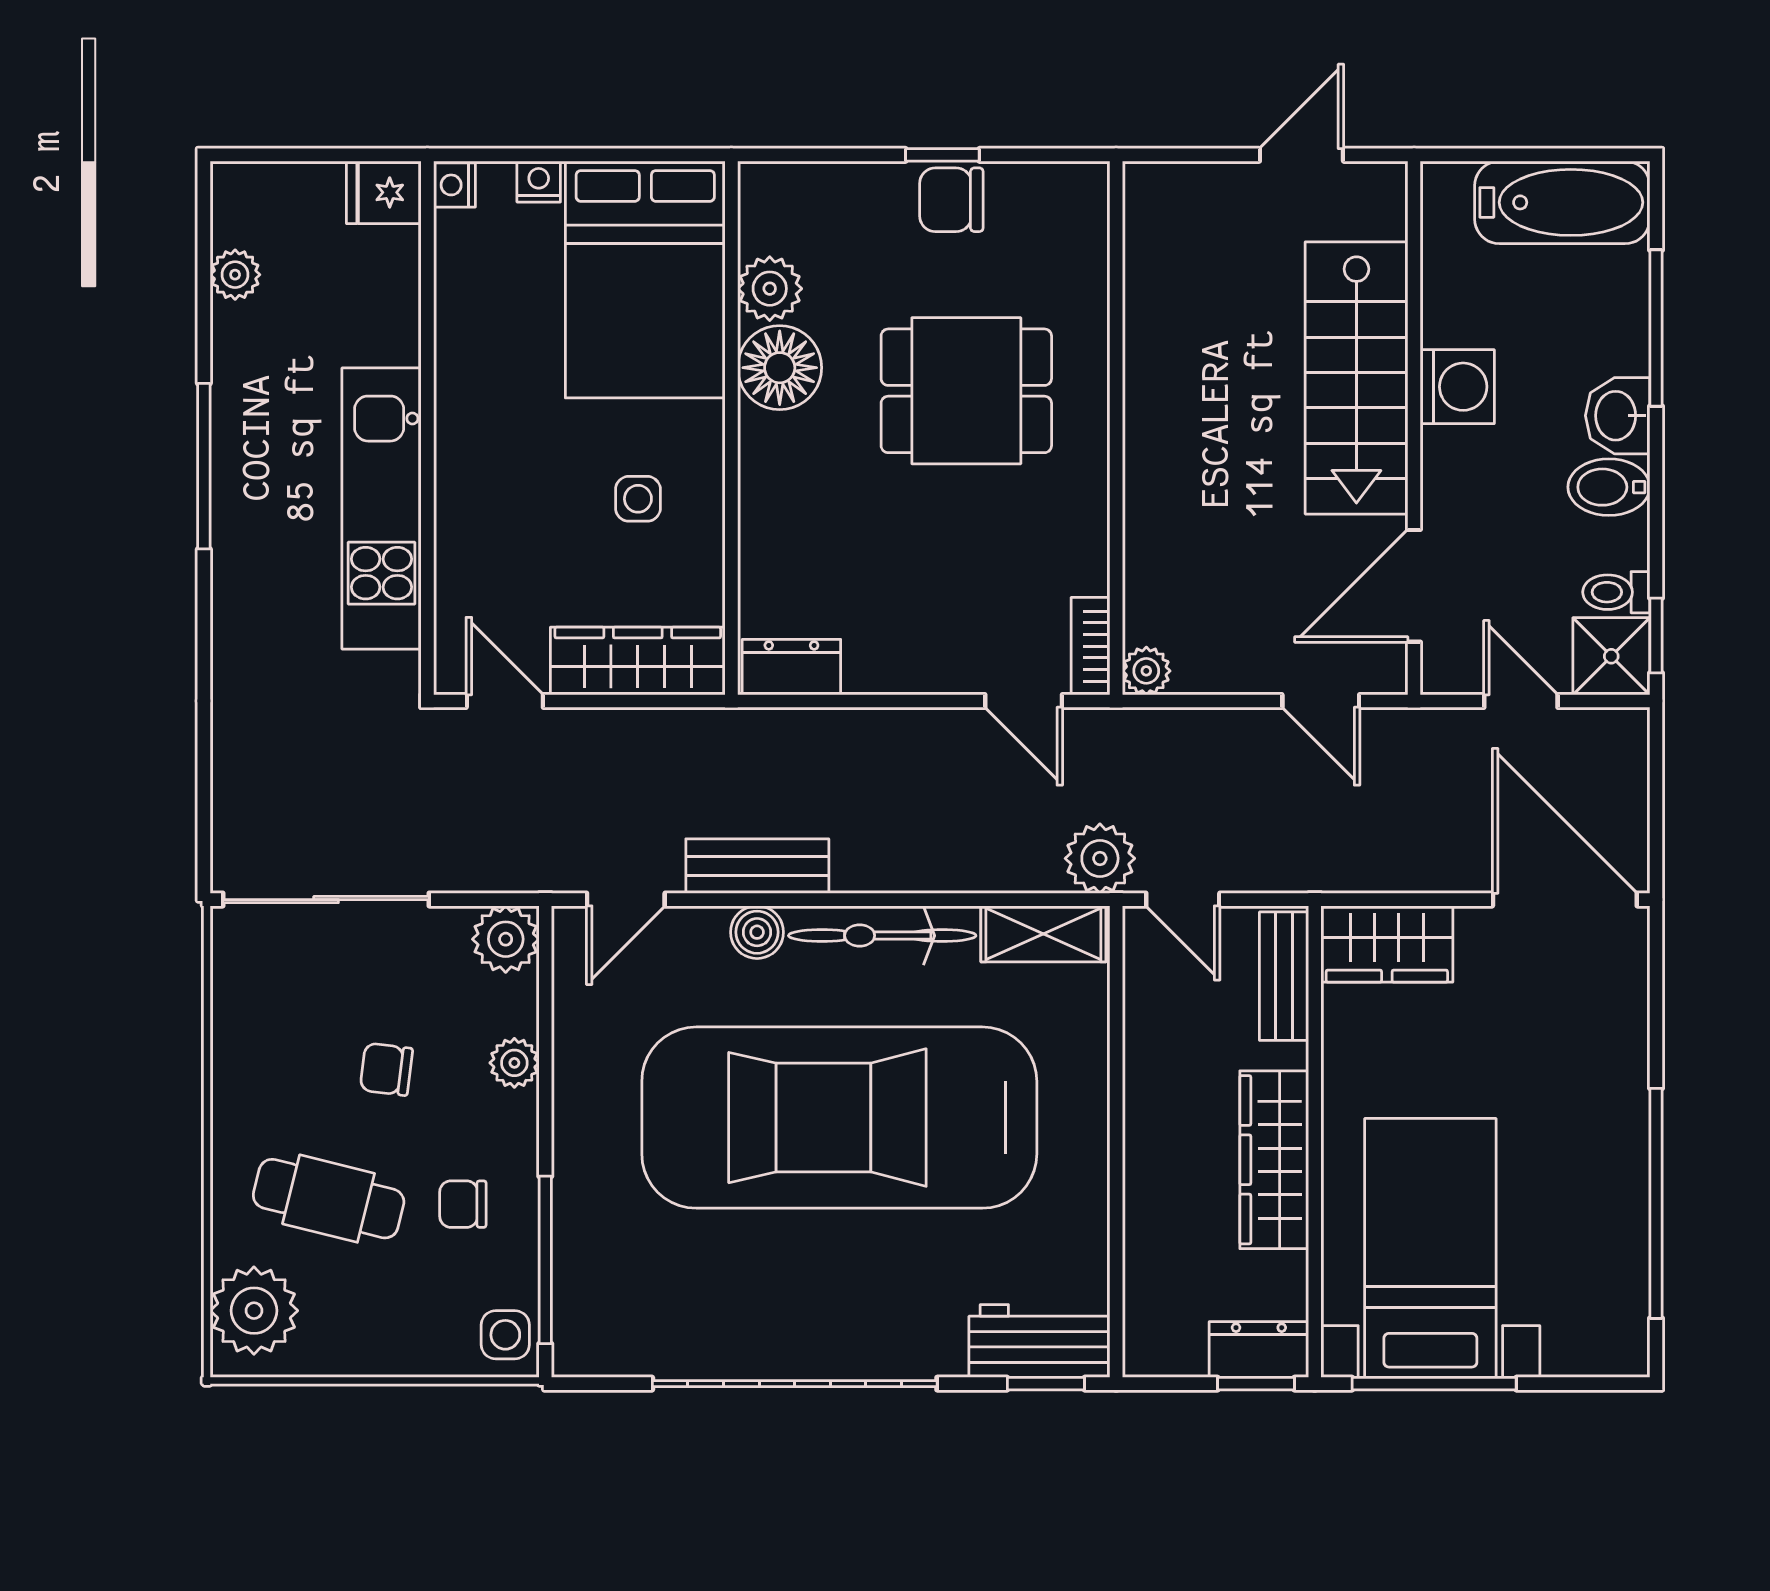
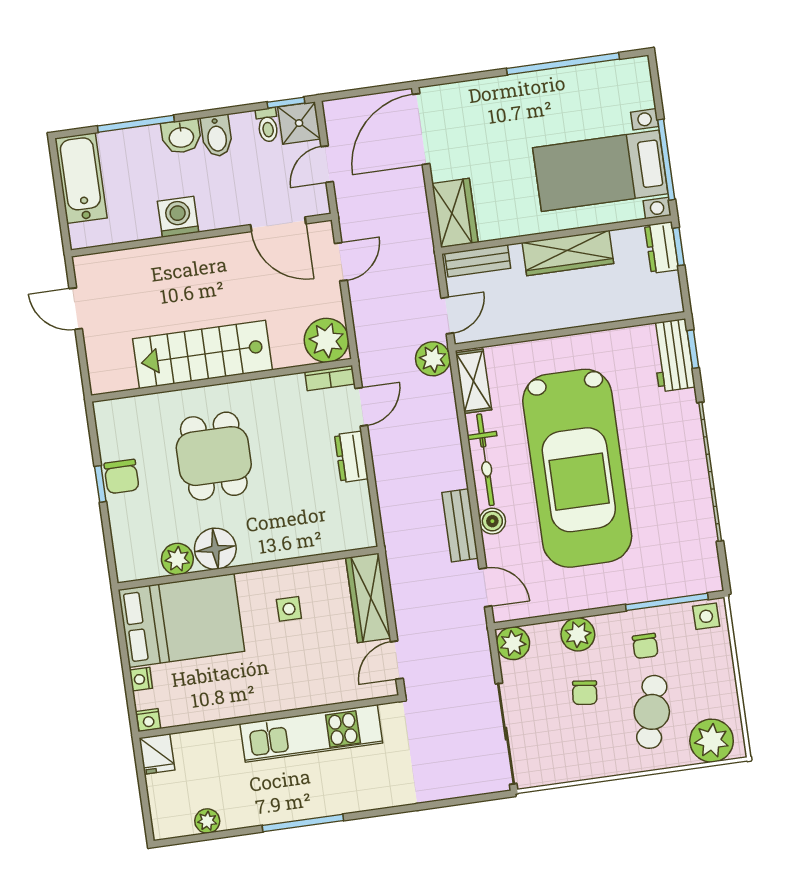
stairs: (1356, 378) -> (203, 354), moved, turned 180
dresser: (791, 667) -> (351, 457), moved
plant: (1146, 671) -> (326, 340), width x1.88, depth x1.88
plant: (514, 1063) -> (578, 634), width x1.38, depth x1.38

